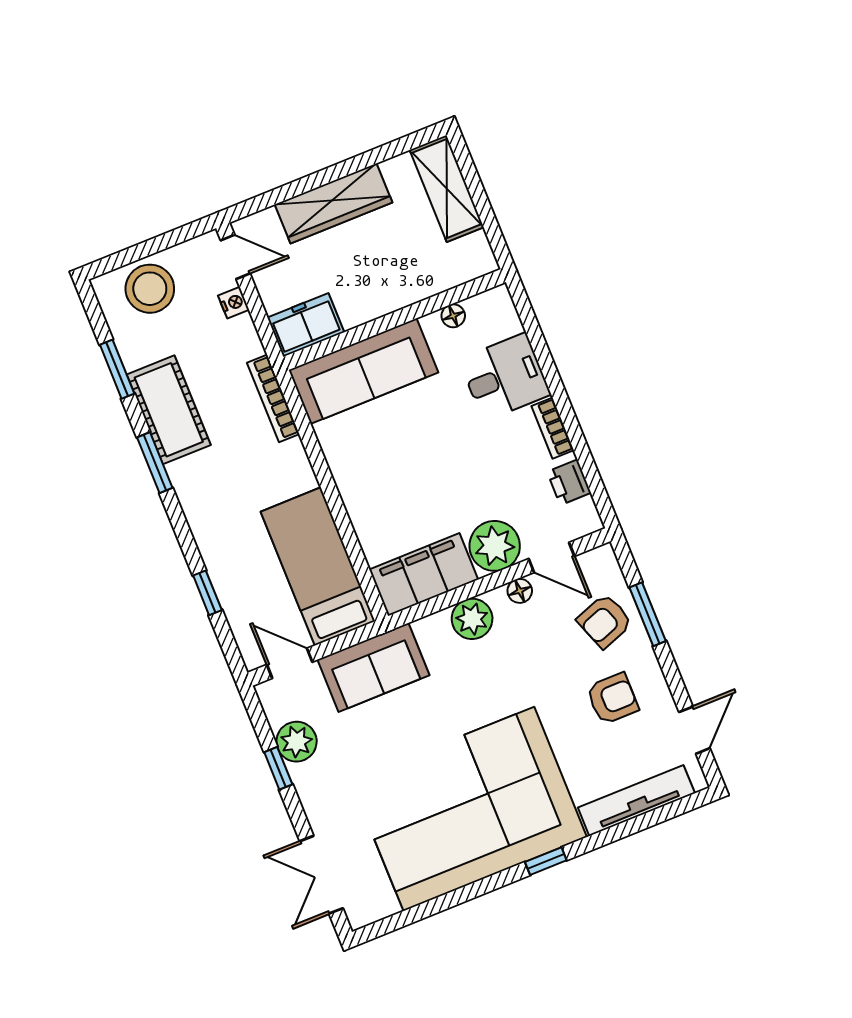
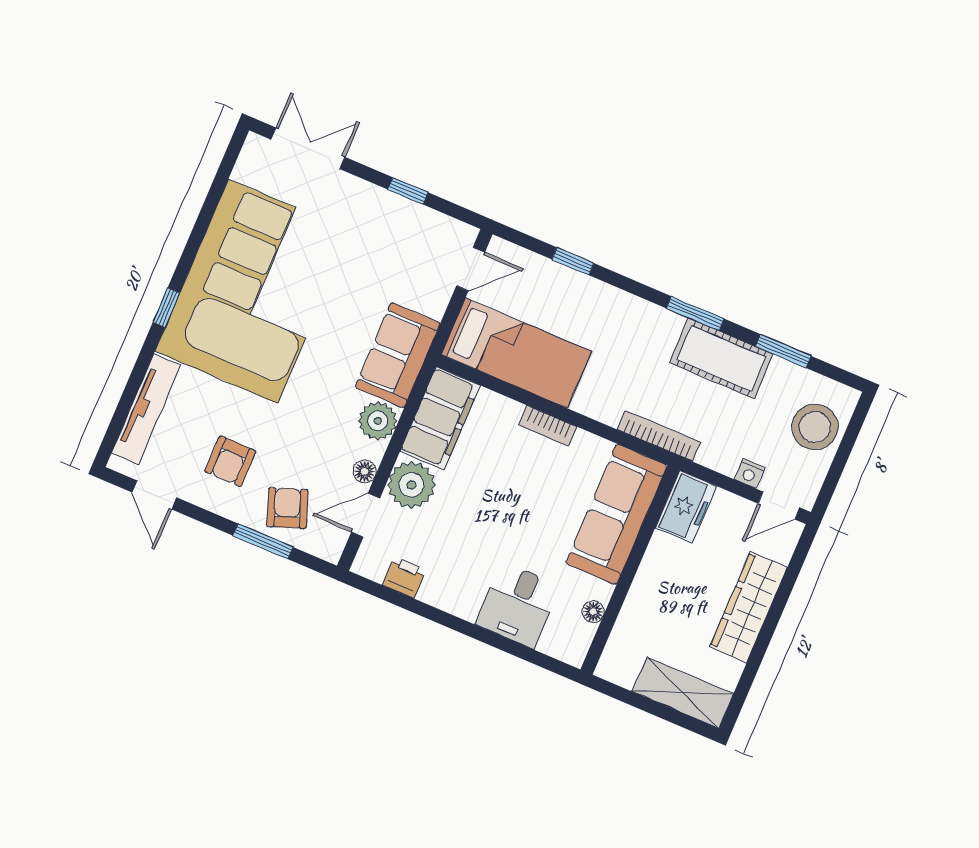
bookcase: (553, 428) -> (548, 426), moved, turned 180
sofa: (373, 667) -> (398, 355), moved
plant: (297, 742) -> (414, 221), removed

